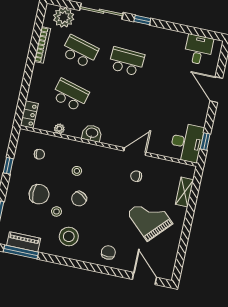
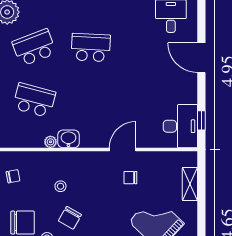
school desk: (80, 51) -> (34, 48), turned -36
plant: (59, 129) -> (50, 142), moved

